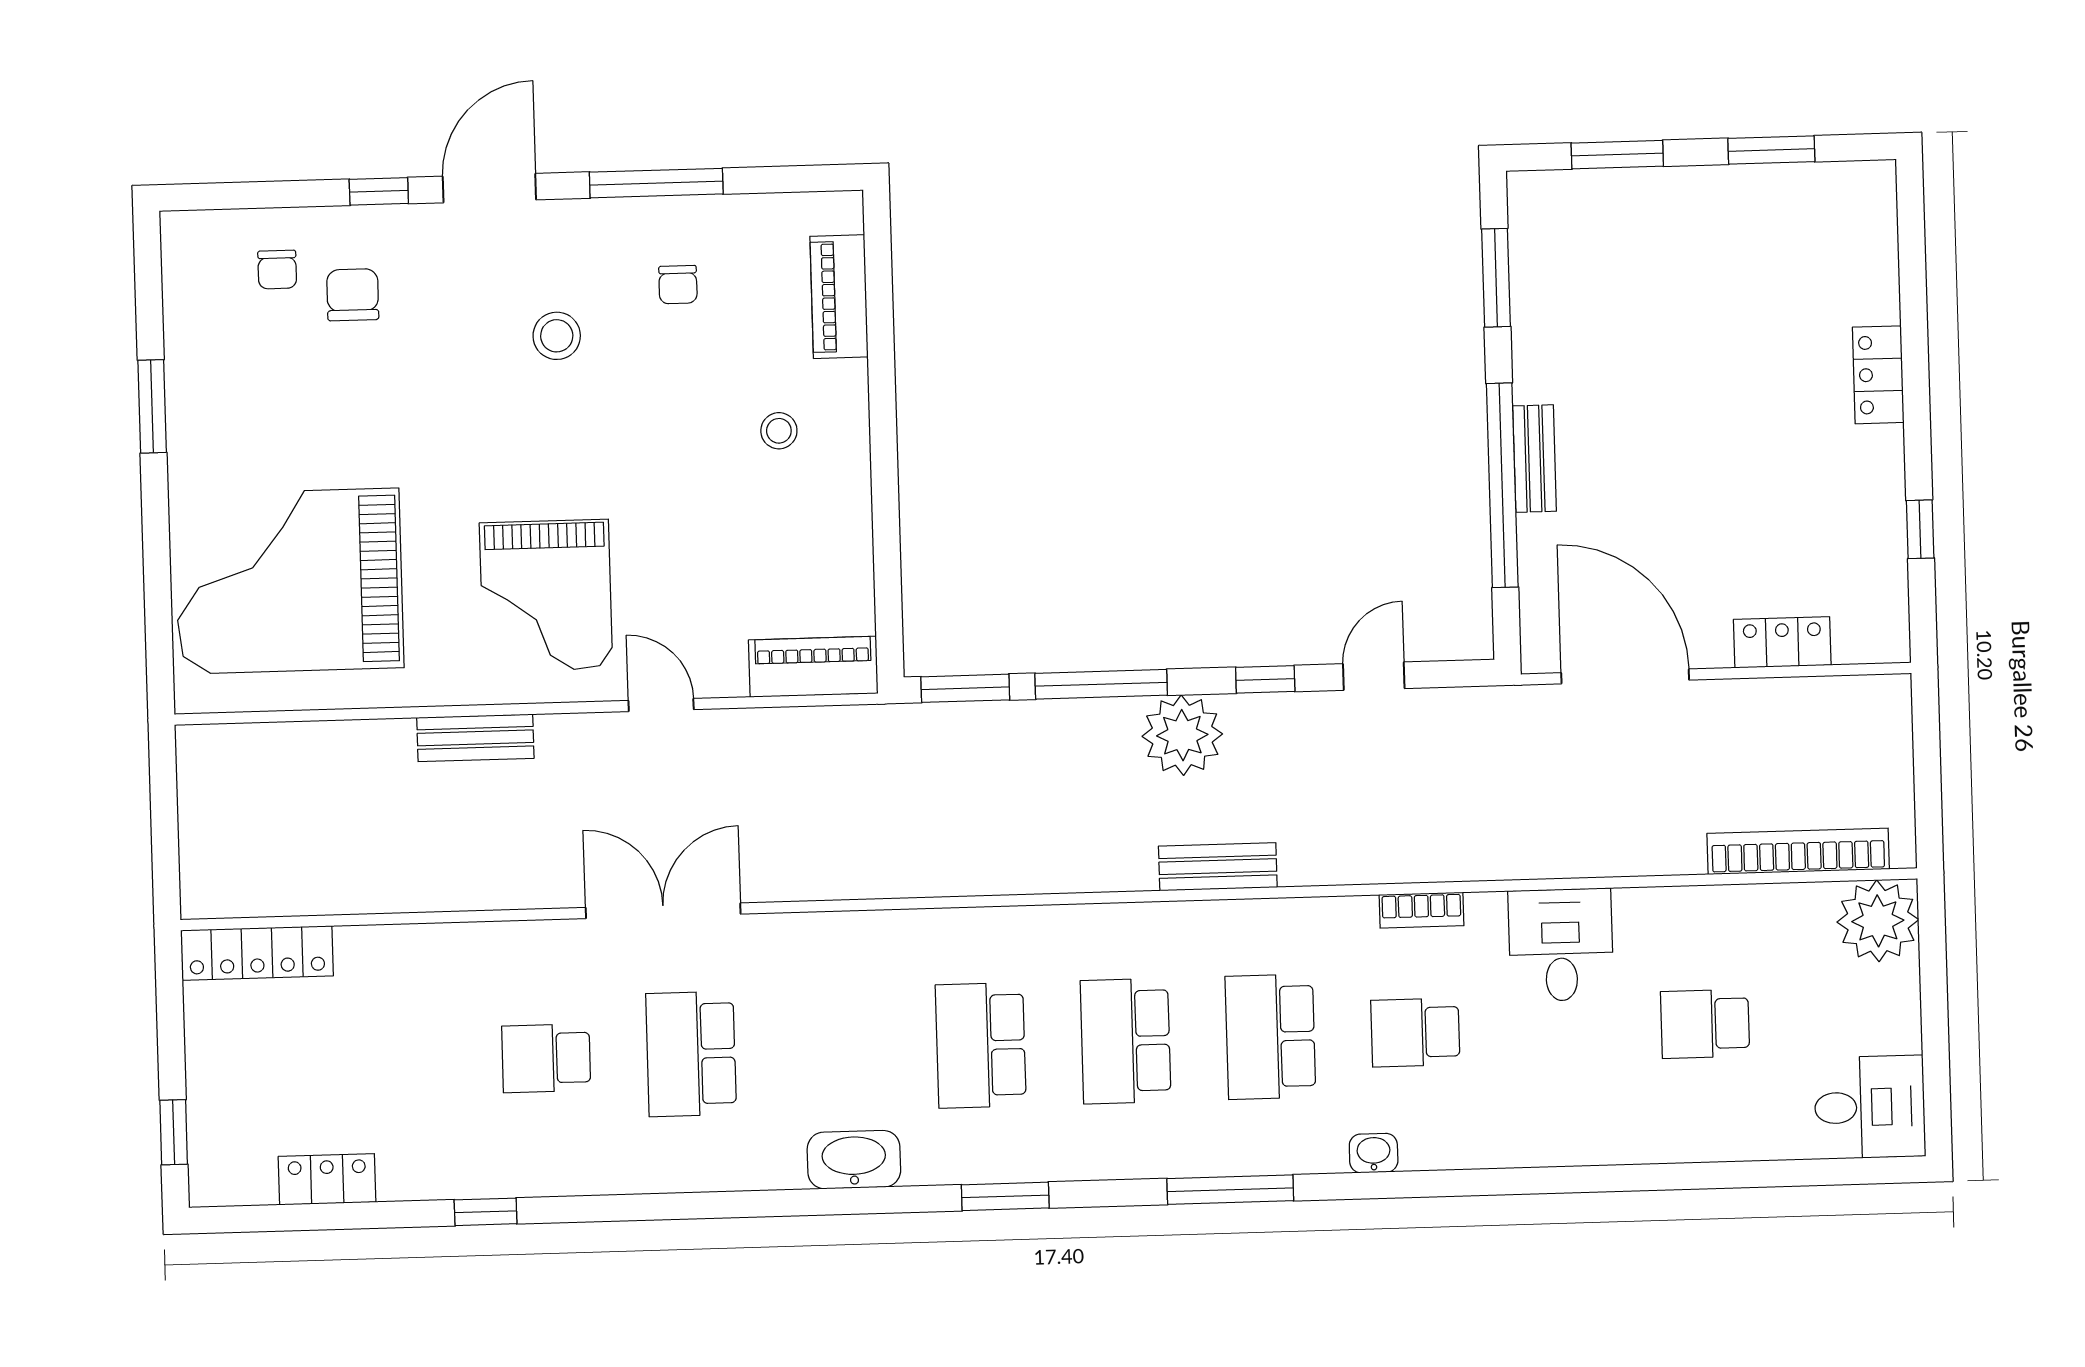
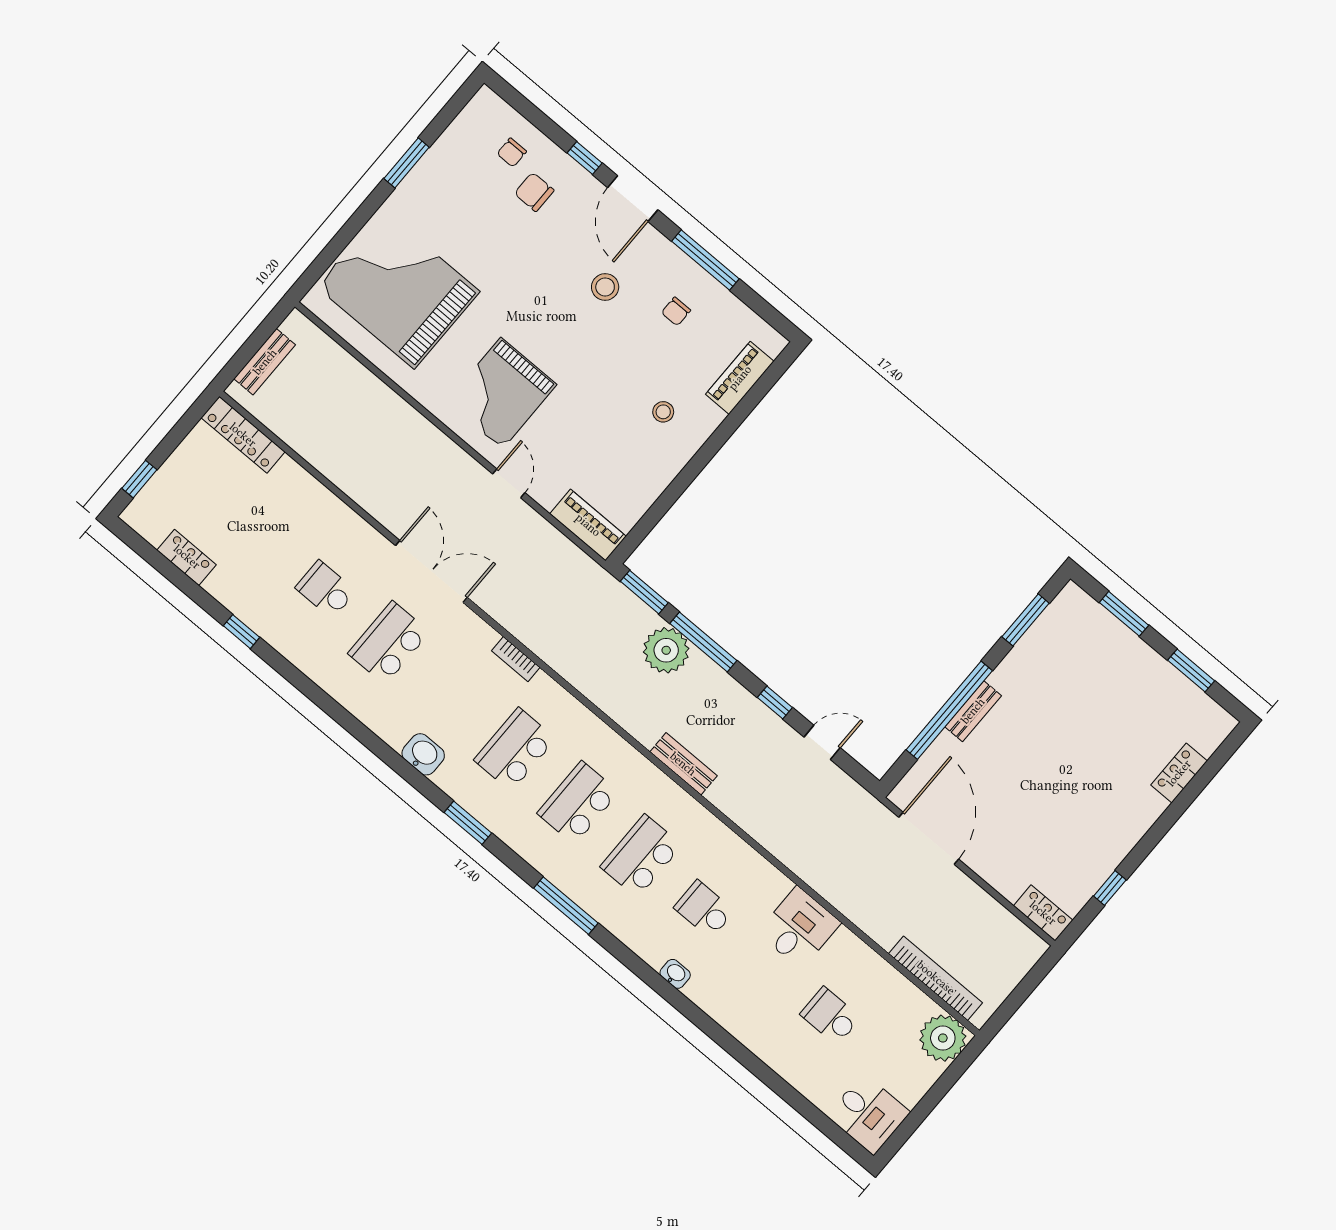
door: (489, 188) -> (633, 199), swing flipped
chair: (353, 295) -> (534, 192), turned -90
locker: (1878, 375) -> (1179, 773), moved
locker: (1782, 642) -> (1043, 913), moved
plant: (1182, 735) -> (666, 650), moved
bench: (475, 738) -> (265, 362), moved, turned 90
bookcase: (1421, 910) -> (516, 659), moved
washbasin: (1374, 1153) -> (675, 974), moved
washbasin: (854, 1160) -> (423, 754), width x0.72

